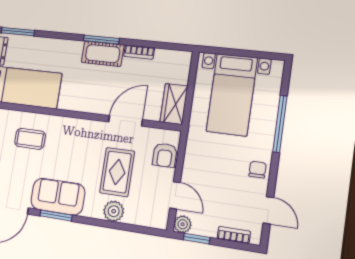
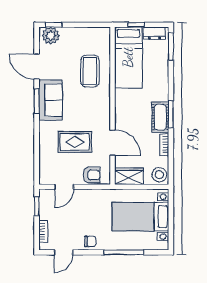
stool: (178, 63) -> (159, 175), added
coffee table: (30, 139) -> (90, 71), width x1.36, depth x1.30
armchair: (165, 155) -> (91, 175), turned 180
plant: (114, 211) -> (46, 144), removed
plant: (183, 224) -> (45, 195), removed

